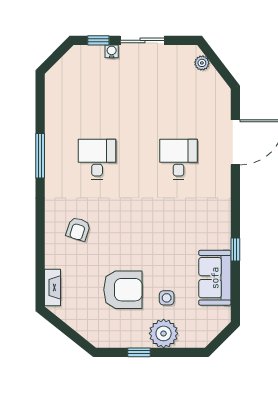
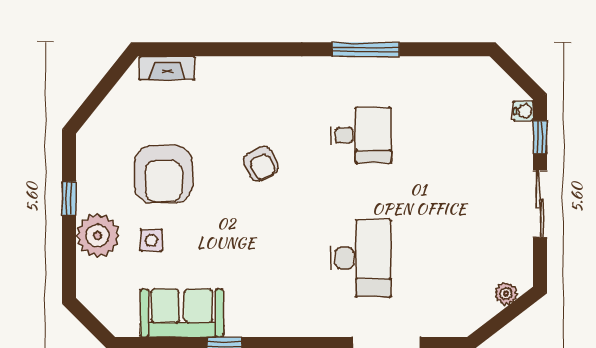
water cooler: (112, 51) -> (523, 111), moved
desk: (178, 159) -> (361, 258), width x1.37
armchair: (78, 229) -> (261, 163), moved, turned -134

